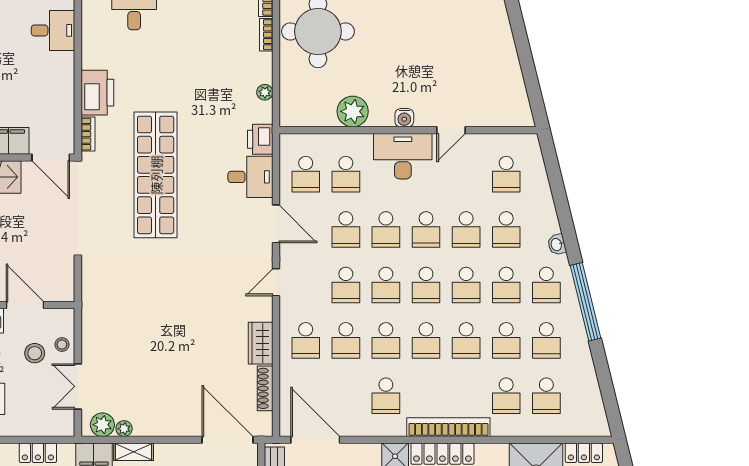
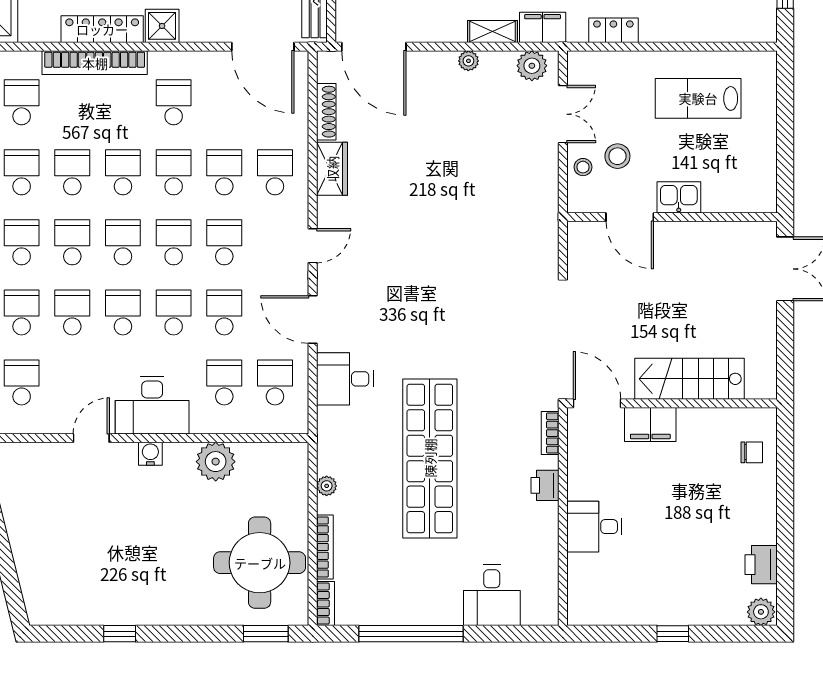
desk: (53, 30) -> (594, 527), moved
bookcase: (266, 35) -> (325, 547), width x1.56
printer: (97, 93) -> (545, 485), width x0.53, depth x0.68
printer: (260, 139) -> (332, 426), removed
shop shelf: (156, 175) -> (430, 458), moved
plant: (124, 429) -> (468, 61), moved

